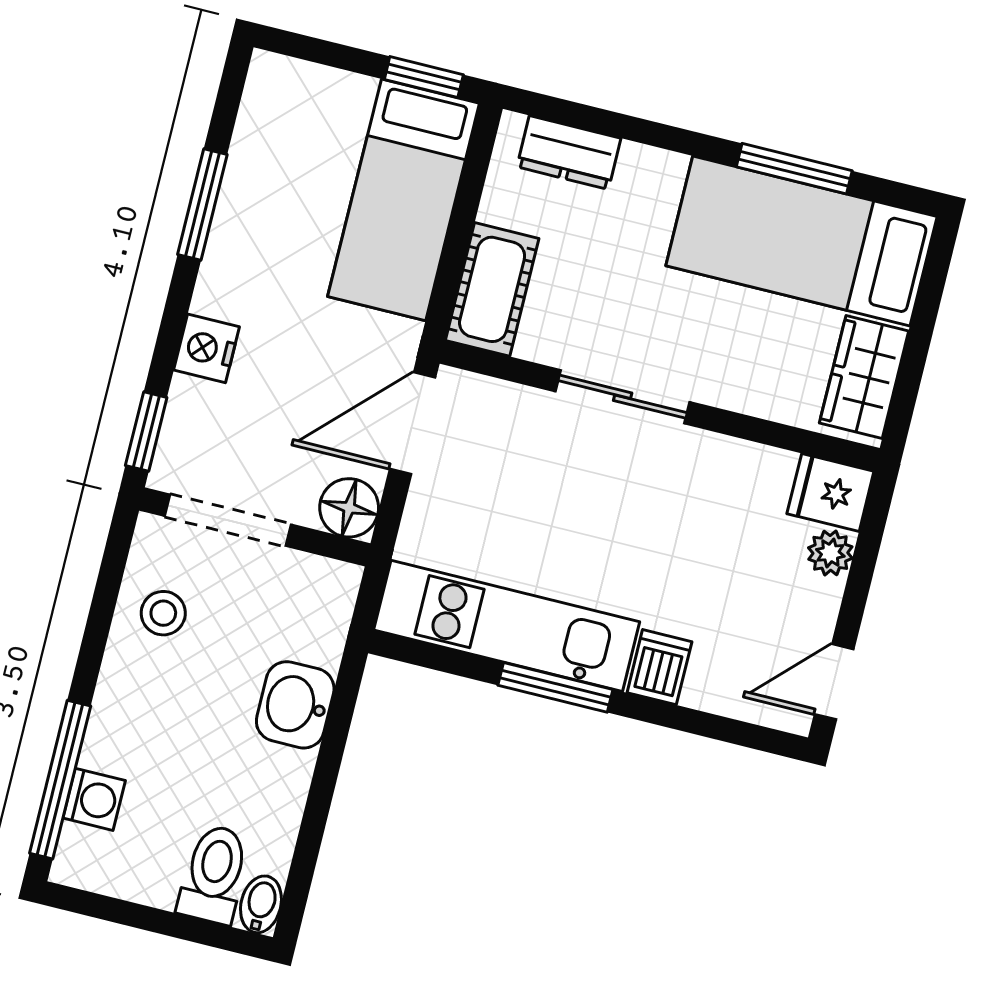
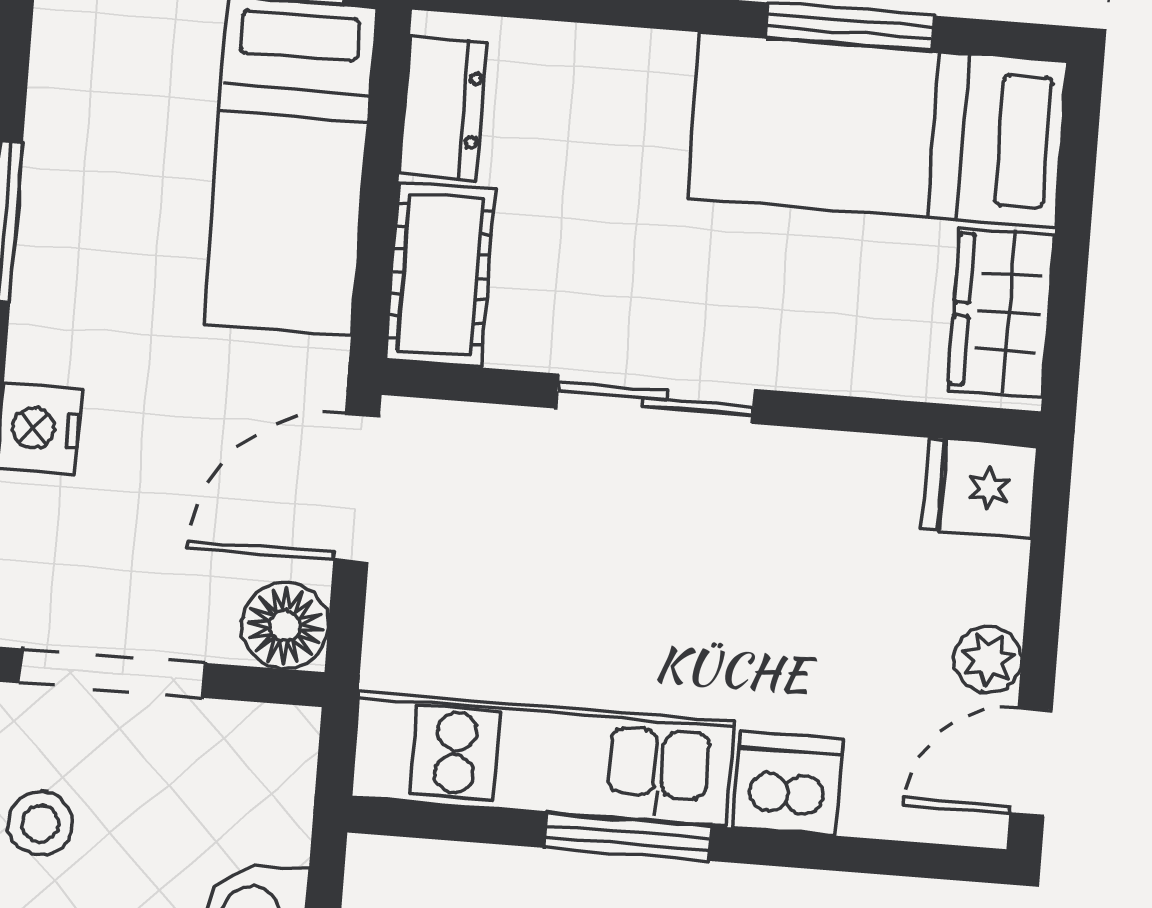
dresser: (569, 153) -> (443, 108), moved, turned -90
plant: (830, 553) -> (988, 659), moved
dishwasher: (659, 667) -> (788, 784), width x1.38

